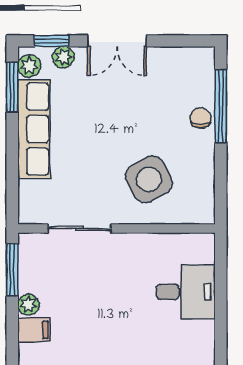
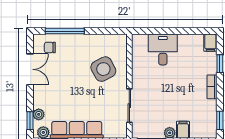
double door: (117, 41) -> (30, 69), moved
chair: (201, 118) -> (50, 47), moved

